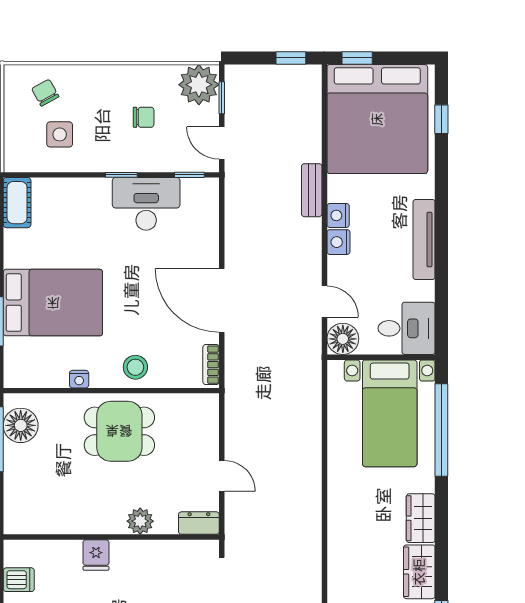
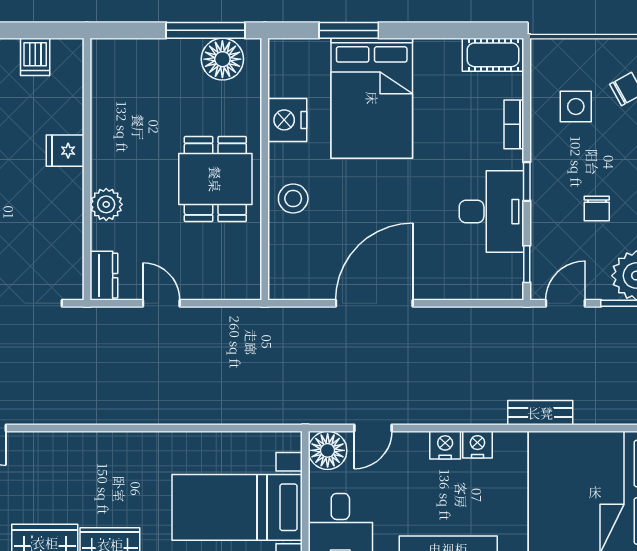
bench: (312, 190) -> (540, 413), moved
bookcase: (211, 365) -> (514, 124), moved, turned -90
nightstand: (79, 379) -> (287, 120), width x1.89, depth x1.79
door: (222, 476) -> (161, 303), swing flipped

